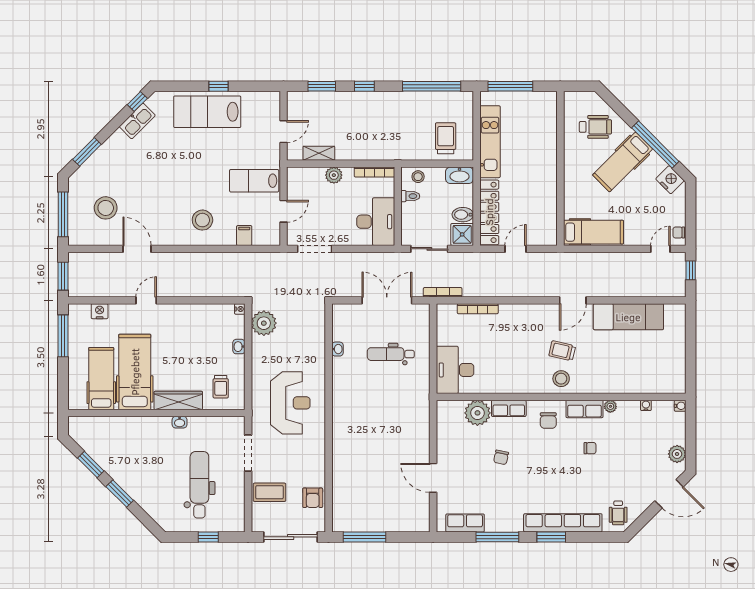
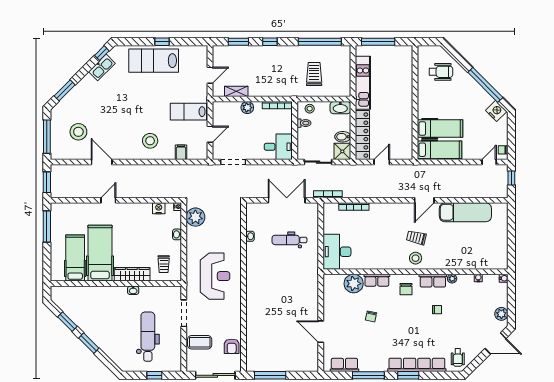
trolley: (446, 138) -> (314, 74), moved
hospital bed: (623, 162) -> (440, 128), moved, turned -135
desk: (376, 222) -> (278, 147), width x0.73
nightstand: (100, 311) -> (159, 208), moved

